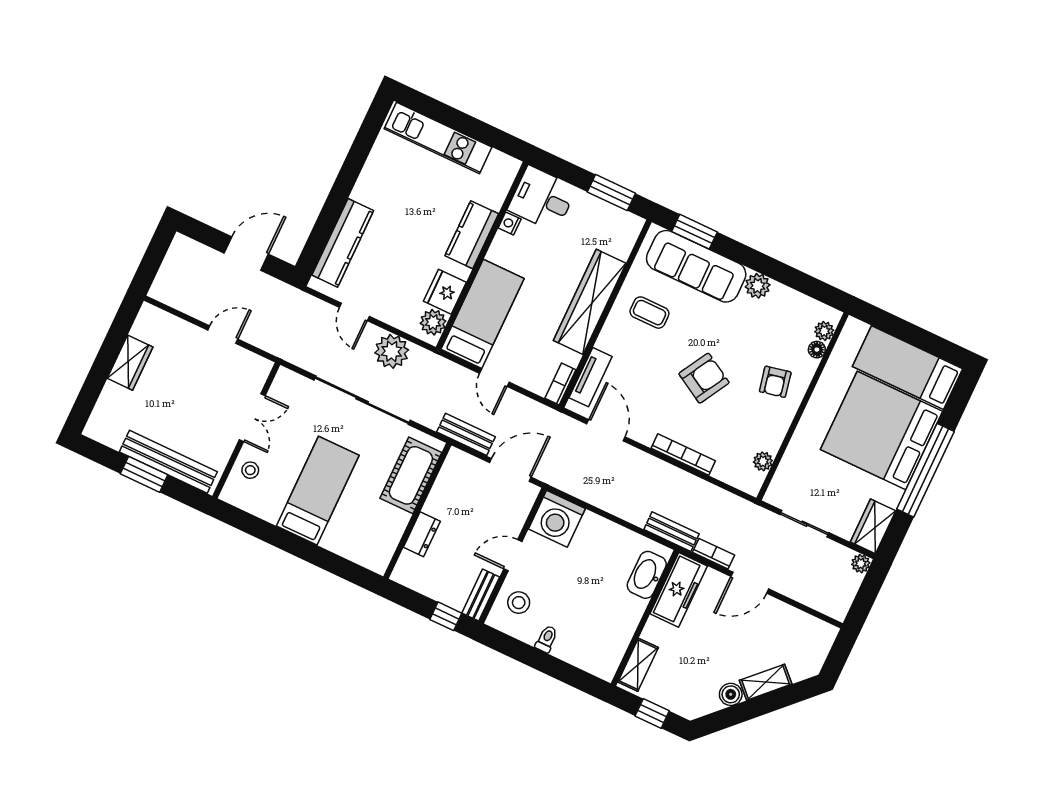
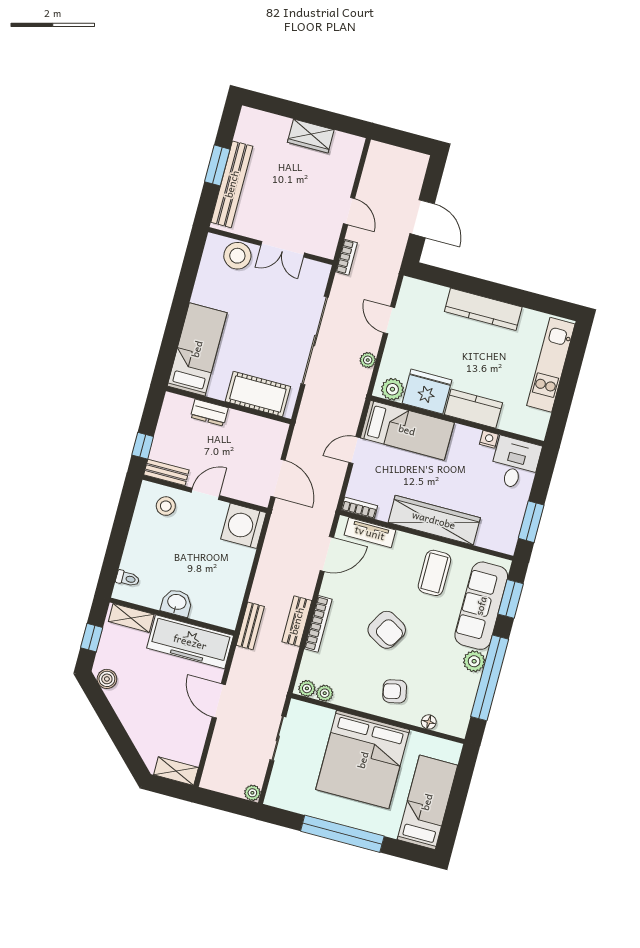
kitchen counter: (343, 243) -> (483, 309), moved
window: (779, 272) -> (490, 678), added
fridge: (445, 292) -> (427, 392), width x1.36, depth x1.34
door: (354, 312) -> (389, 320), hinge flipped
coffee table: (649, 313) -> (434, 573), width x1.36, depth x1.30
plant: (824, 331) -> (307, 688), moved
plant: (392, 351) -> (368, 360), width x0.53, depth x0.53
bed: (881, 430) -> (363, 760), moved, turned 180
bench: (466, 434) -> (297, 621), moved
stool: (250, 470) -> (237, 256), width x1.89, depth x1.89
bed: (318, 491) -> (197, 349), moved, turned -90
wardrobe: (873, 526) -> (286, 798), removed
bookcase: (714, 554) -> (346, 257), moved
door: (513, 555) -> (205, 494), hinge flipped
washbasin: (647, 575) -> (177, 603), moved, width x0.72
freezer: (679, 590) -> (190, 642), width x1.36, depth x1.26
toilet: (547, 639) -> (128, 579), moved
shelving: (766, 682) -> (176, 771), moved, turned -45
boiler: (731, 694) -> (107, 679), moved

